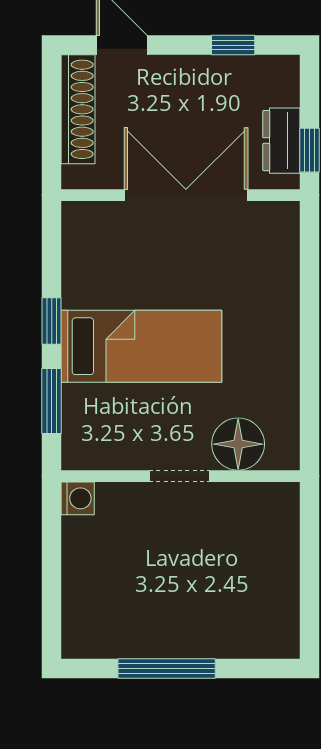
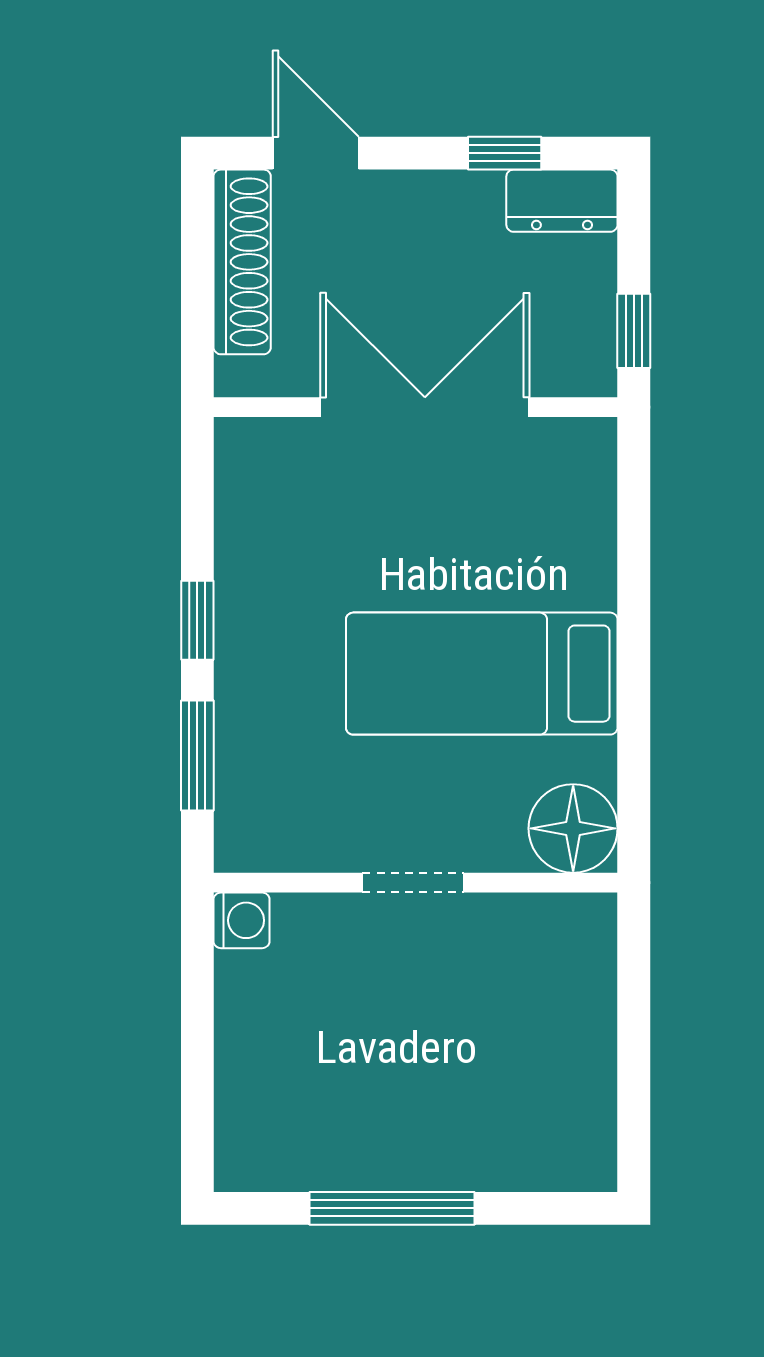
dresser: (281, 141) -> (562, 201), moved, turned -90
bed: (141, 346) -> (482, 674), moved, turned 180
floor lamp: (238, 444) -> (573, 828), moved

